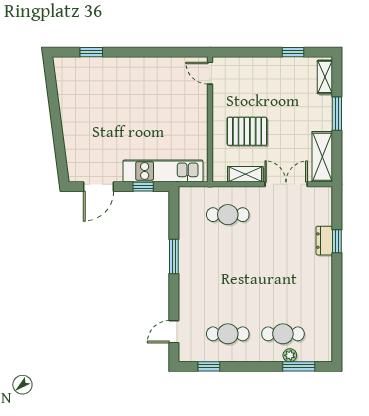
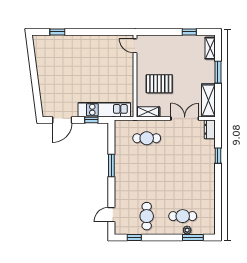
shelving: (245, 174) -> (148, 112), moved
dresser: (324, 241) -> (210, 129), moved
cafe table: (228, 334) -> (147, 216), turned 90

